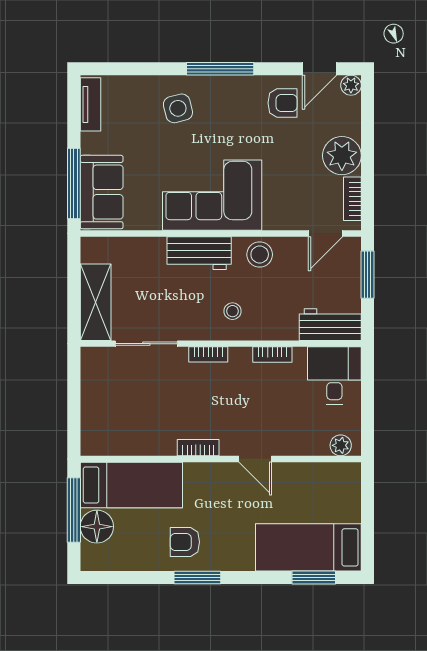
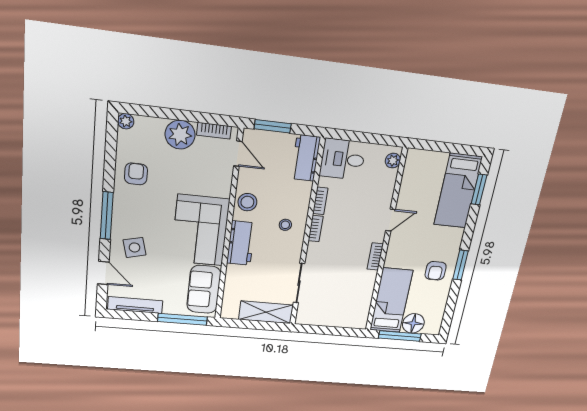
door: (319, 69) -> (103, 273), moved
tv unit: (91, 104) -> (135, 305), width x1.41
sofa: (102, 192) -> (204, 289), moved, turned -90
bookcase: (208, 354) -> (316, 228), moved

